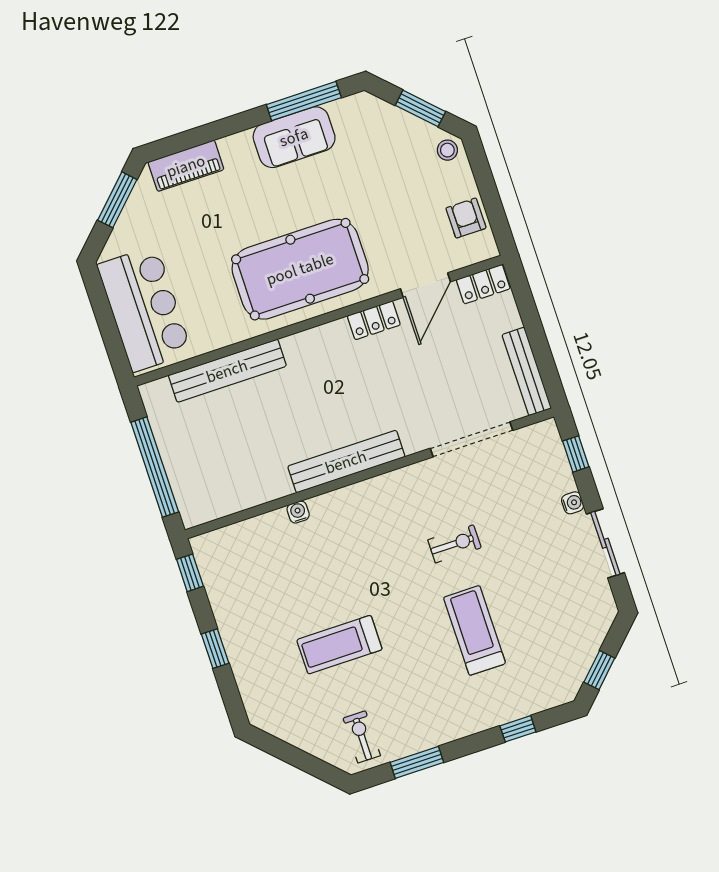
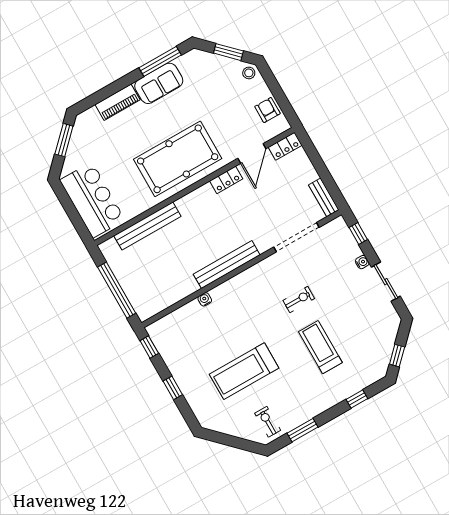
piano: (186, 166) -> (117, 102), moved
bench: (527, 371) -> (324, 197), width x0.73
treadmill: (339, 645) -> (244, 371), width x1.37, depth x1.38

